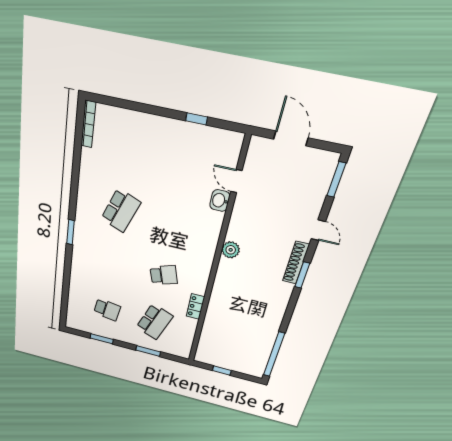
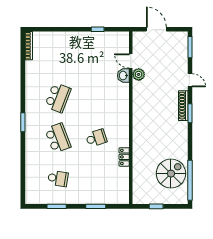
plant: (231, 250) -> (139, 74), moved
school desk: (154, 322) -> (58, 138), moved, turned -42
spiral stairs: (251, 341) -> (171, 174), added

